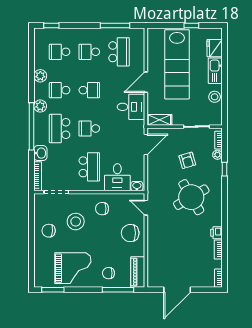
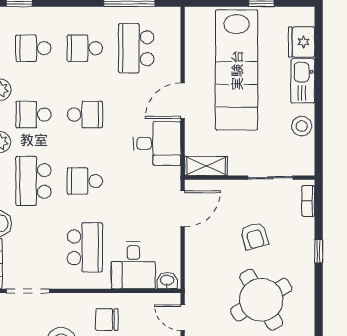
school desk: (119, 52) -> (136, 48), turned 180
plant: (217, 155) -> (306, 226), removed

